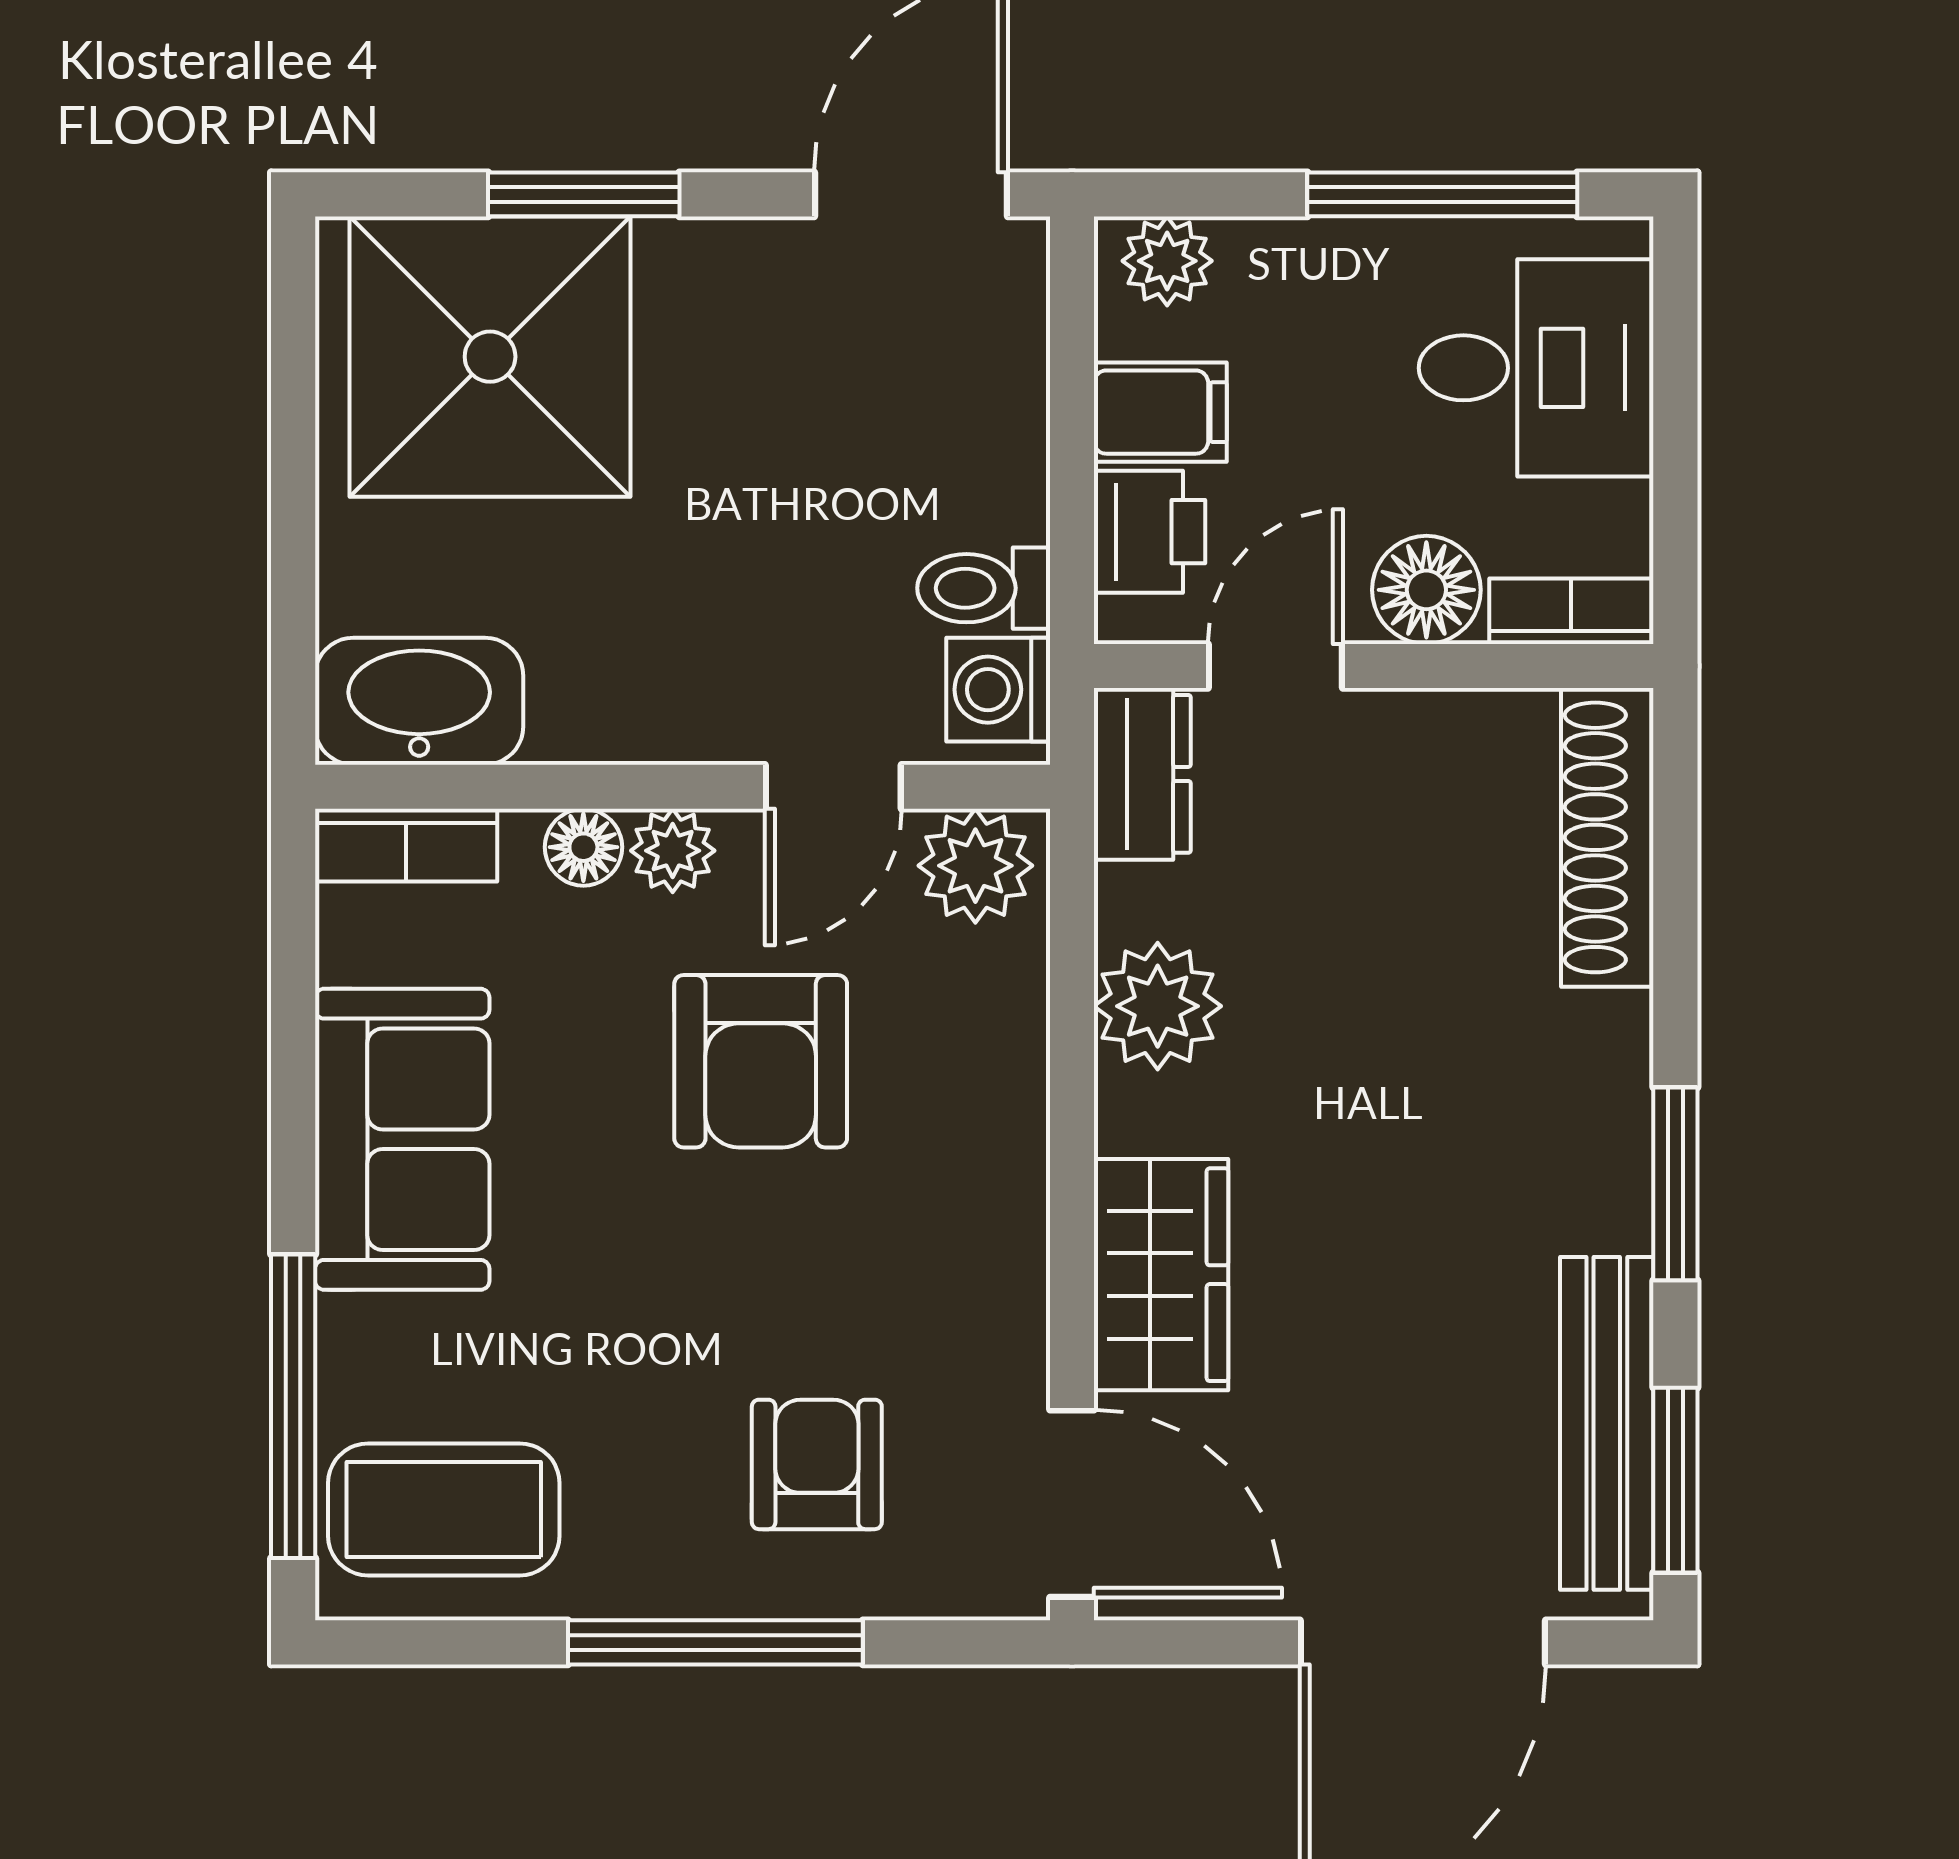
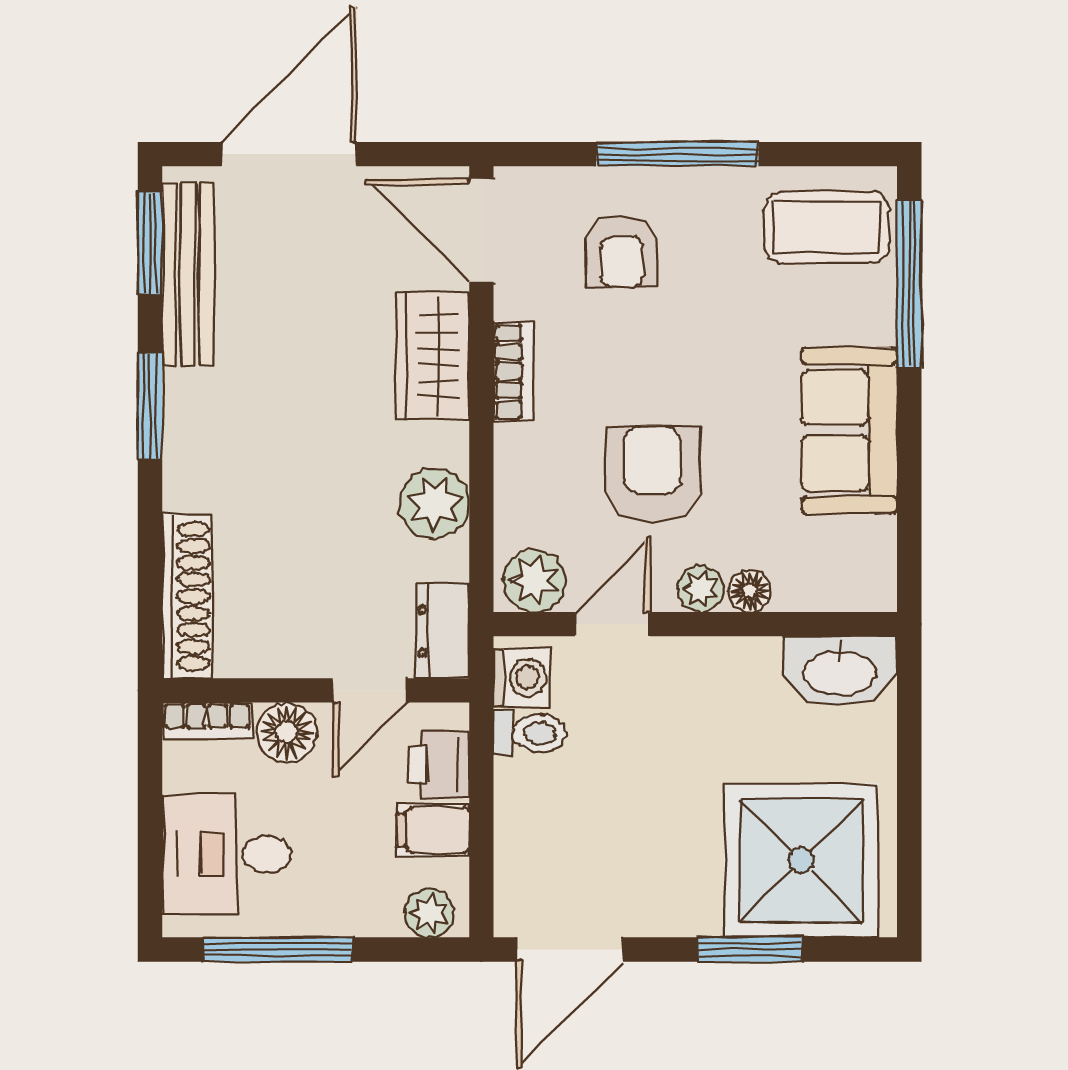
bookcase: (406, 845) -> (513, 371), moved, turned 90

